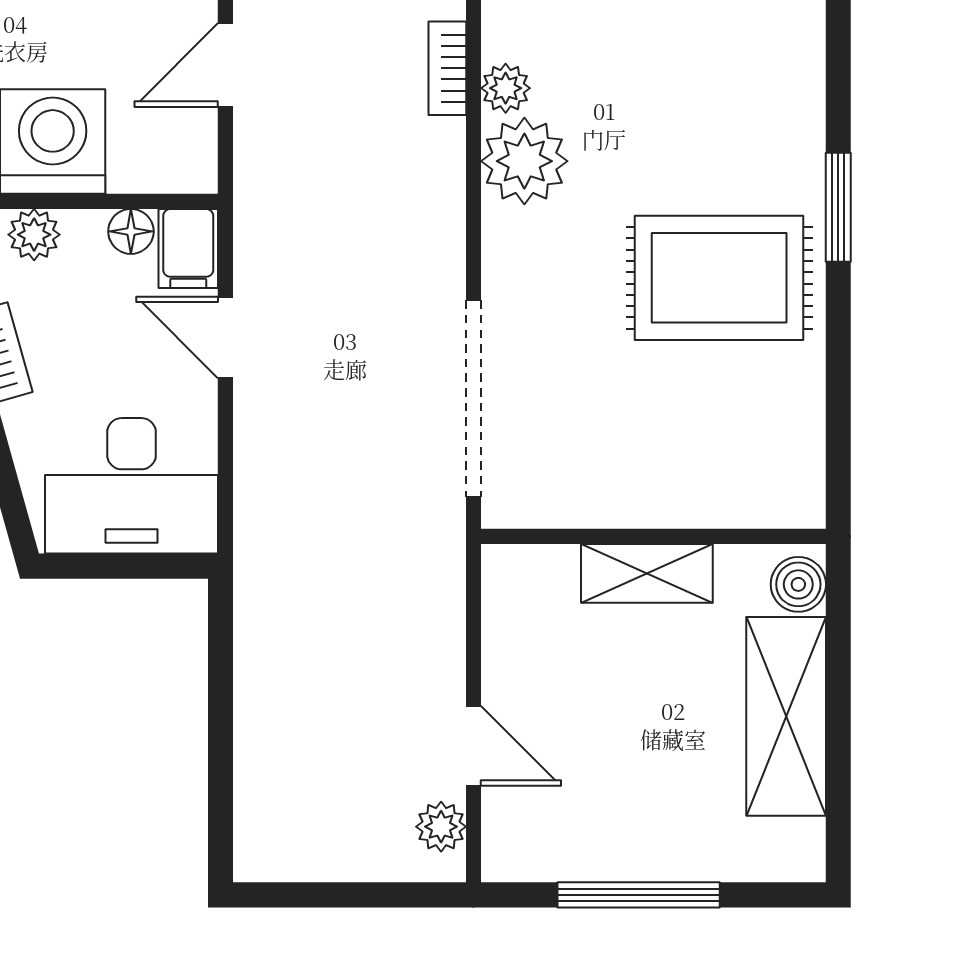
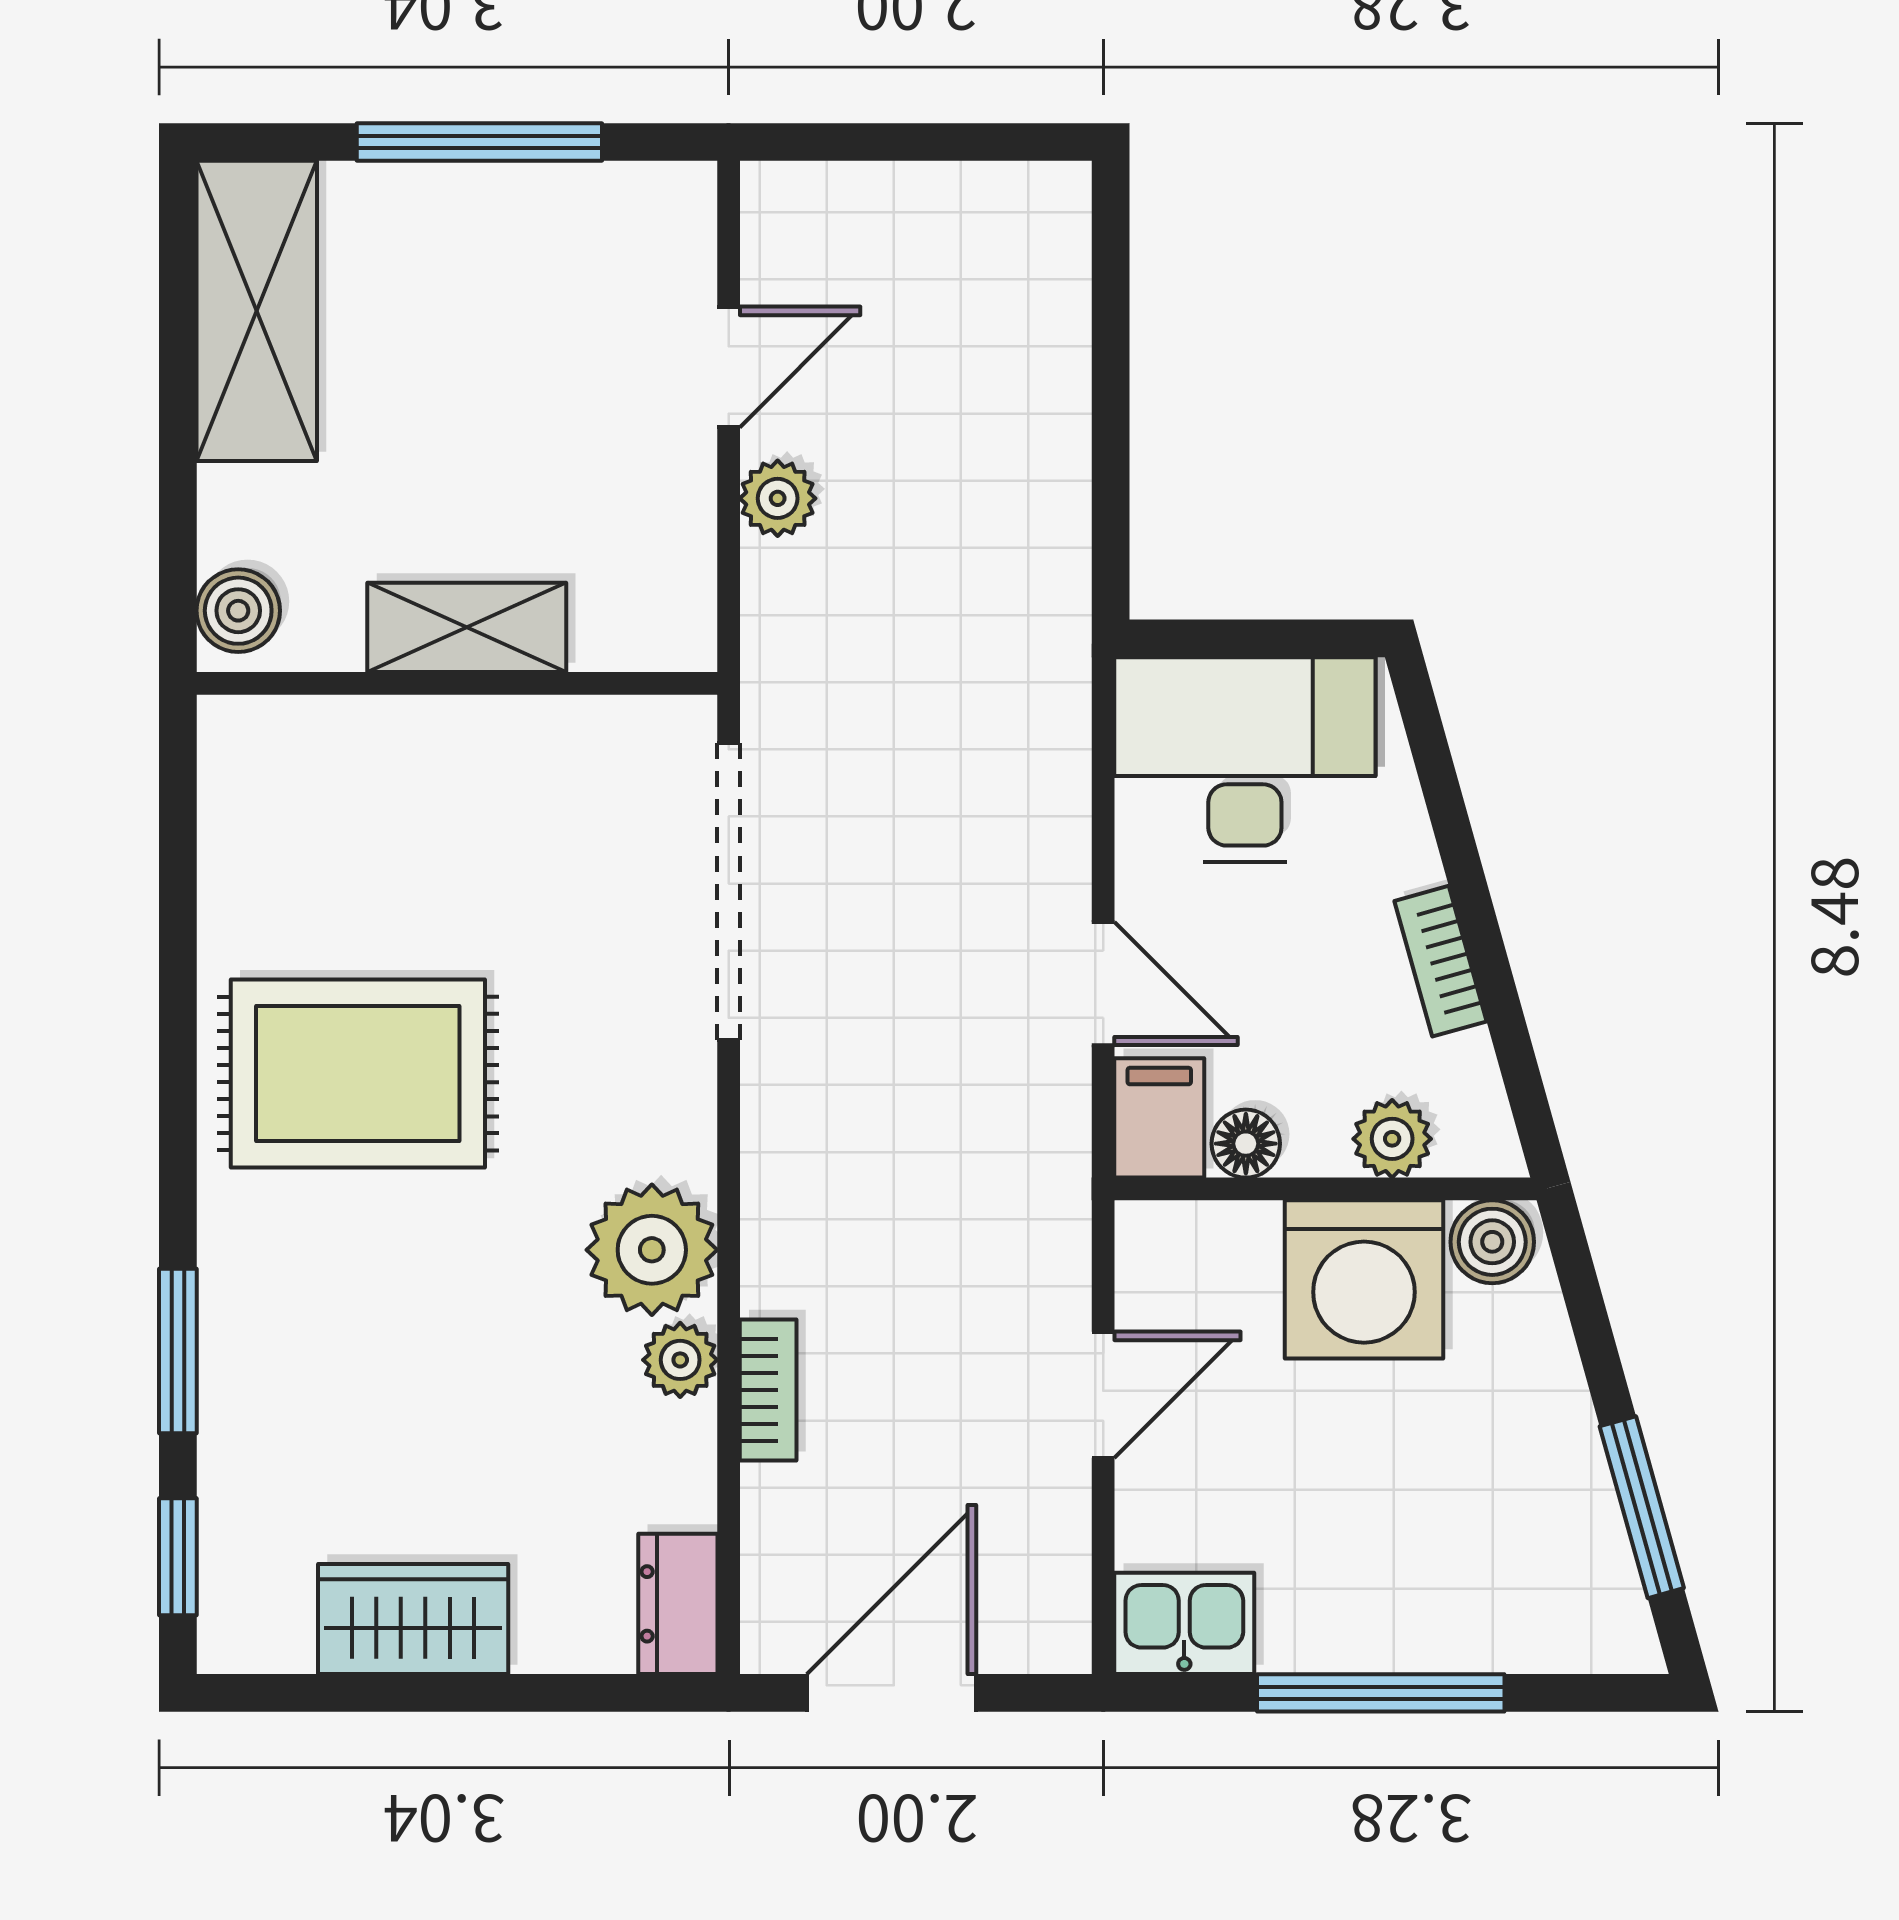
window: (838, 207) -> (178, 1351), moved
shelving: (786, 716) -> (257, 311), moved
door: (474, 746) -> (729, 367), swing flipped
plant: (441, 827) -> (778, 498), moved

